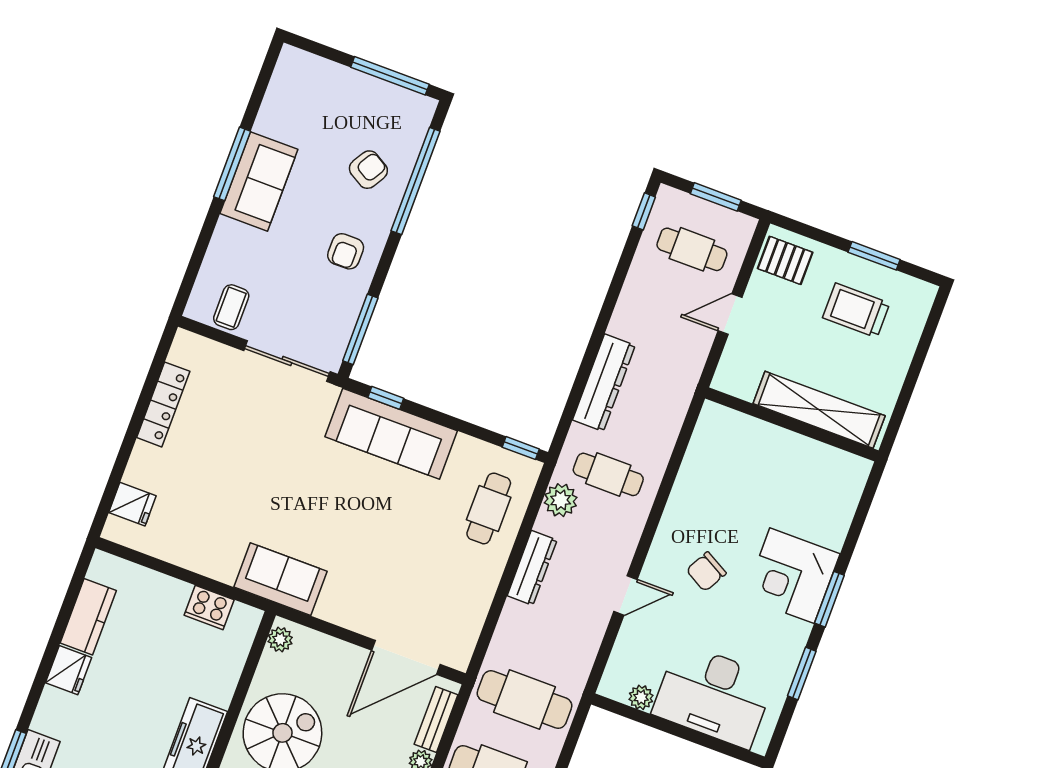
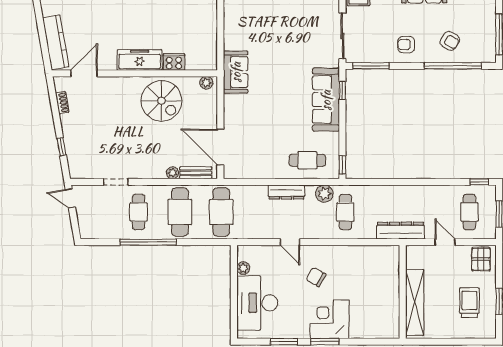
dresser: (604, 383) -> (400, 231), moved, turned 180
cooker: (209, 608) -> (174, 62), moved, turned 90

